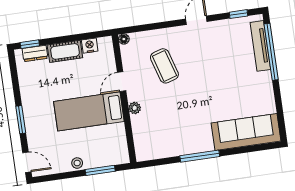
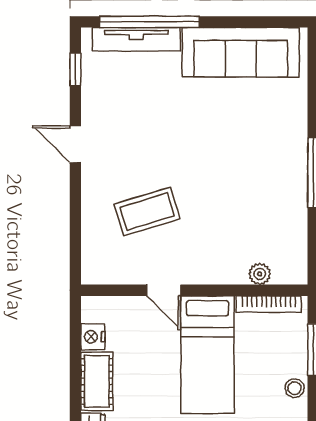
floor lamp: (124, 39) -> (90, 276), removed
plant: (135, 108) -> (260, 274), moved
sofa: (246, 132) -> (241, 52), moved, turned -90
bookcase: (122, 142) -> (269, 304), added

